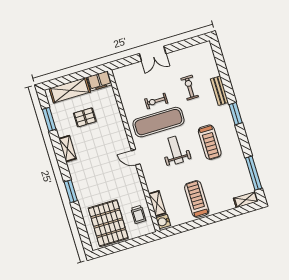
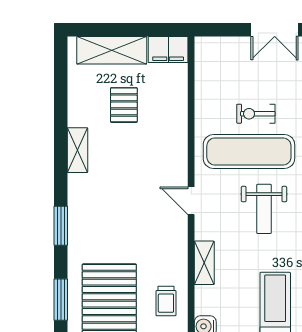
pallet: (85, 117) -> (124, 105), turned 90
window: (49, 119) -> (61, 300), moved
weight bench: (176, 150) -> (264, 209), turned 180
shelving: (157, 204) -> (204, 263), moved

